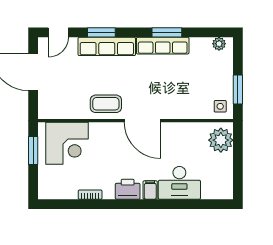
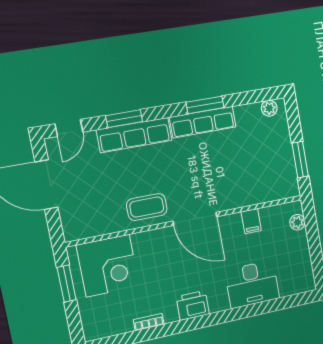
side table: (220, 106) -> (283, 184), removed
plant: (221, 140) -> (297, 222), width x0.53, depth x0.53
filing cabinet: (150, 190) -> (251, 221), moved, turned 180

